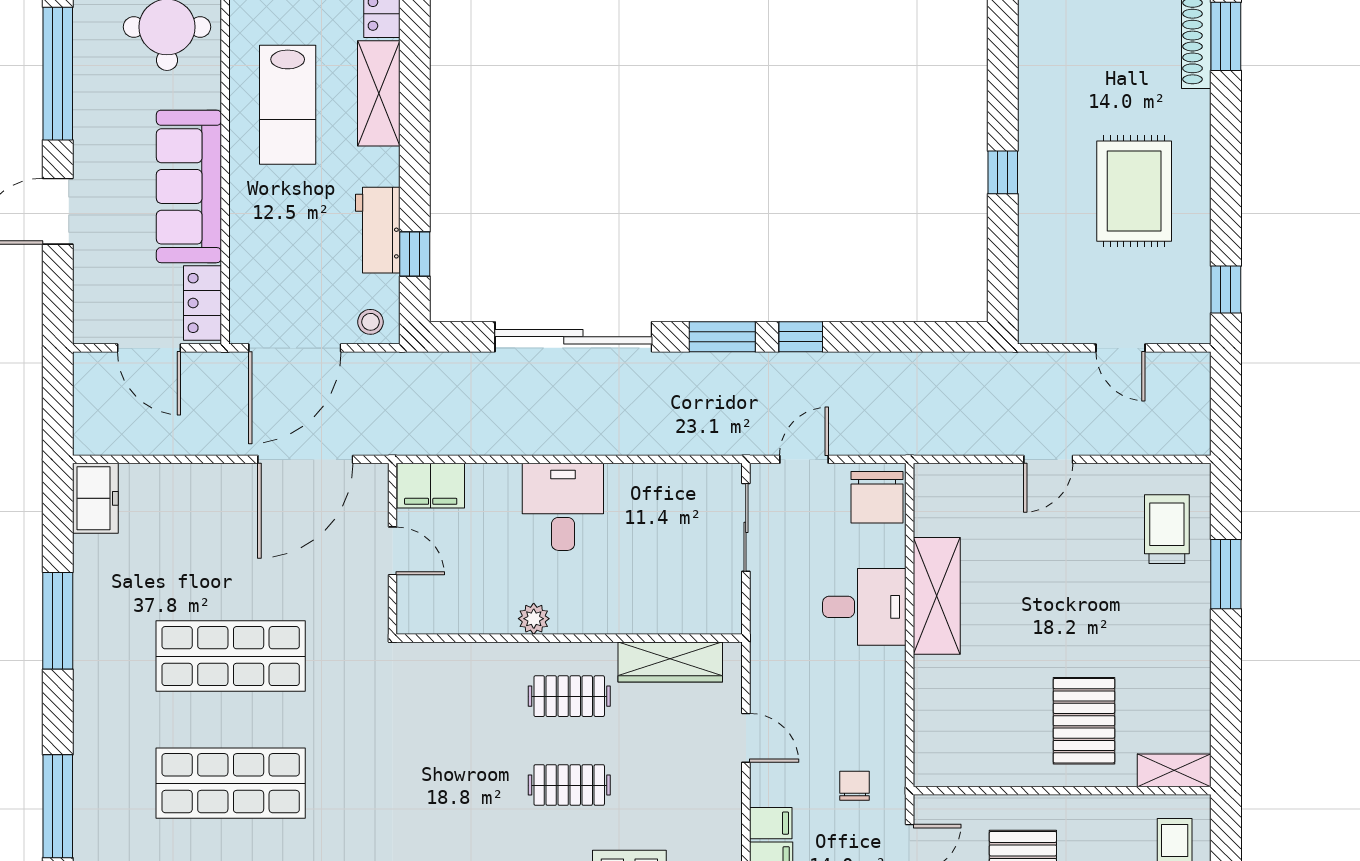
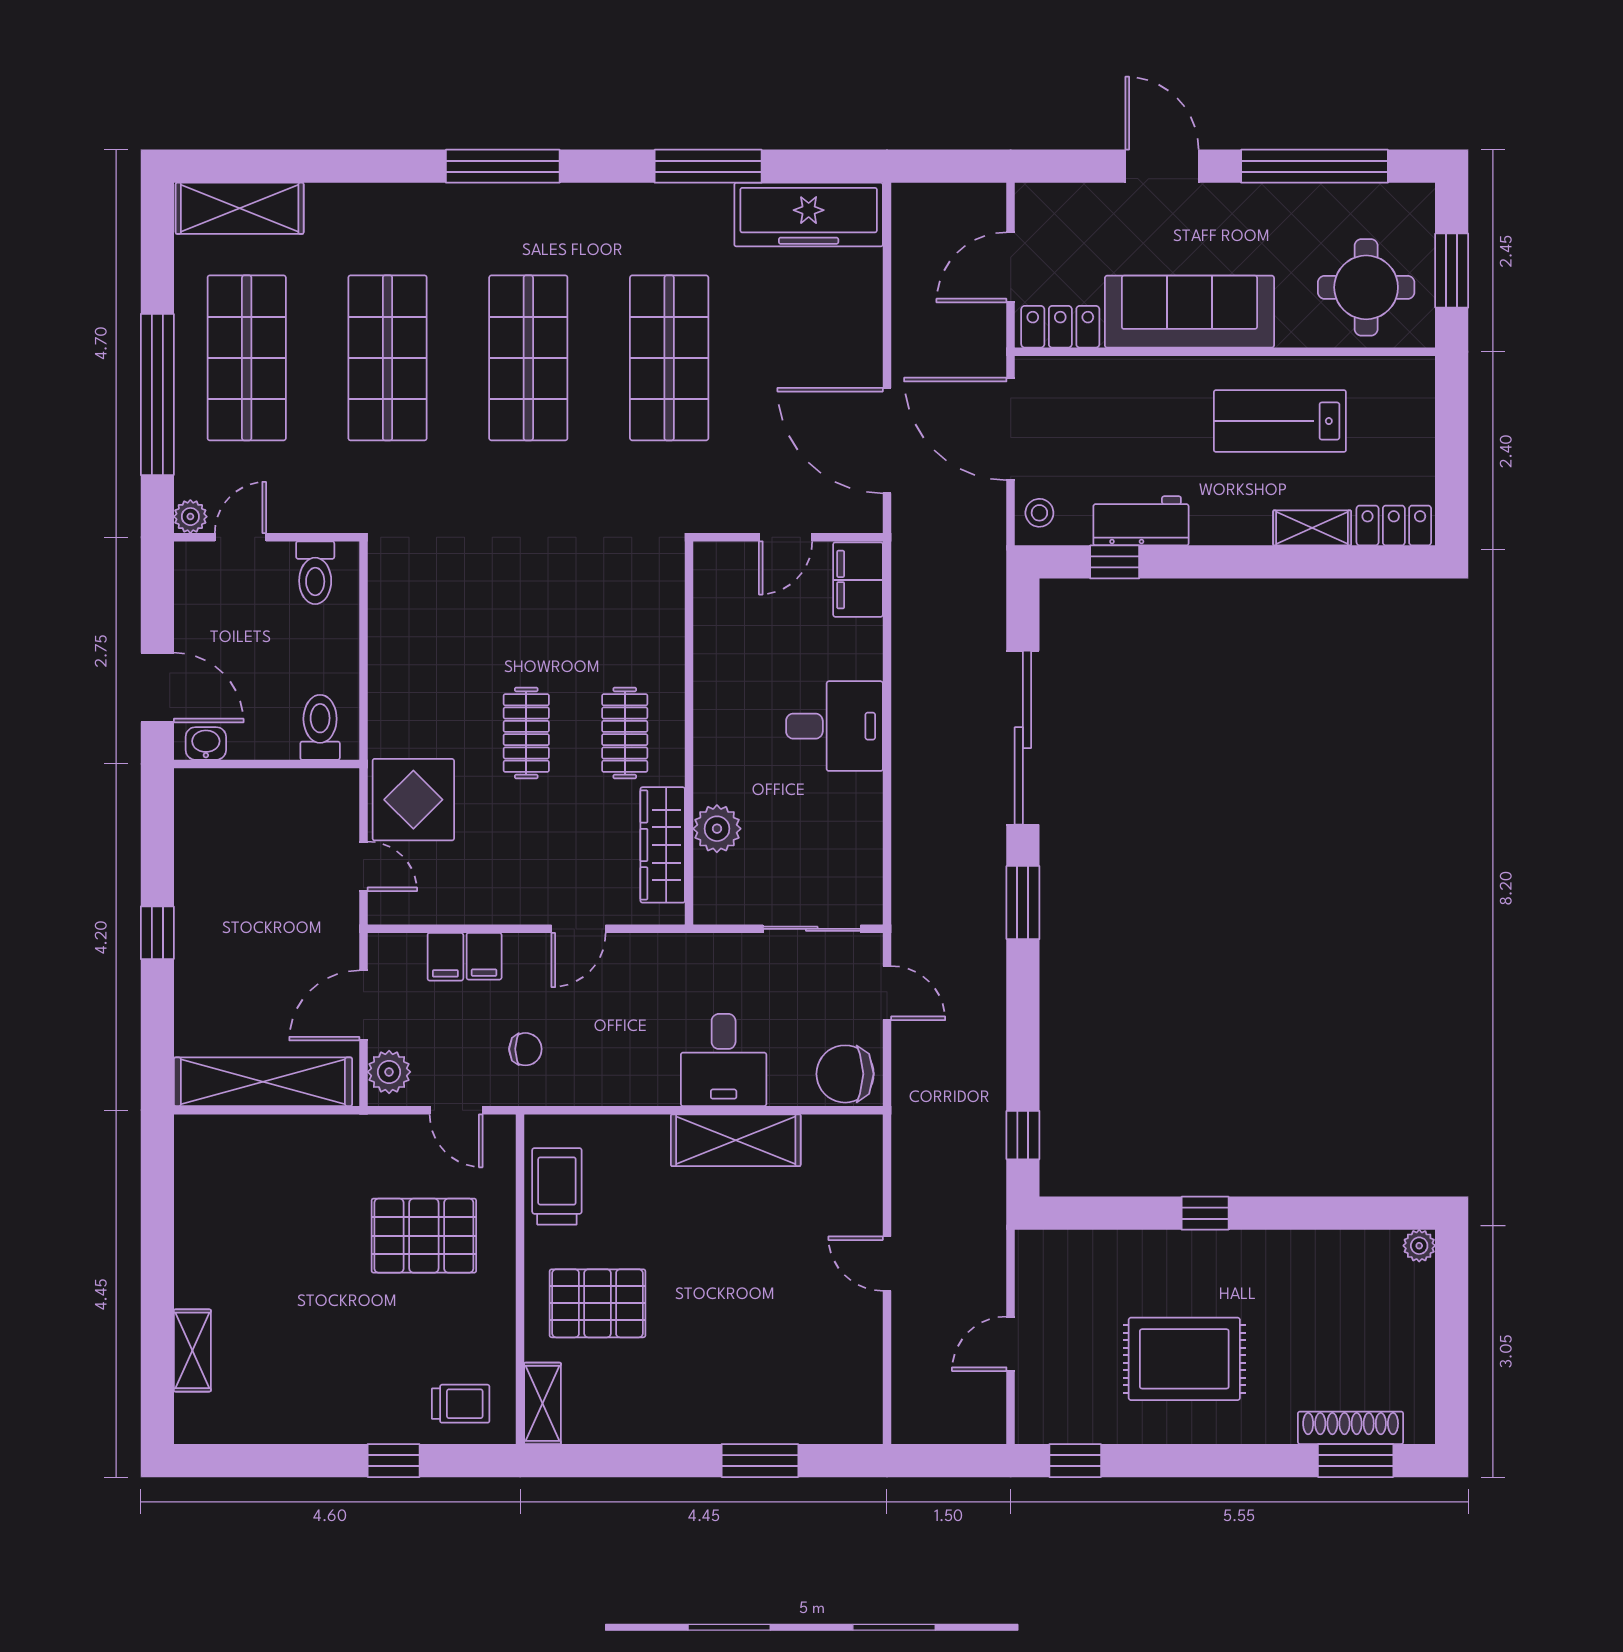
shelving: (379, 93) -> (1312, 528), width x0.67, depth x0.75
window: (801, 337) -> (1023, 1135), moved
freezer: (95, 498) -> (809, 215), width x1.91, depth x1.26
trolley: (1167, 529) -> (557, 1186), moved, turned -90
plant: (534, 619) -> (717, 829), moved, width x1.38, depth x1.38

